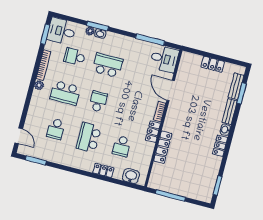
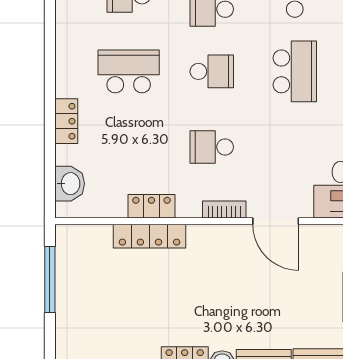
door: (171, 91) -> (276, 221), swing flipped
locker: (153, 132) -> (151, 206), moved
school desk: (122, 146) -> (212, 147), moved

